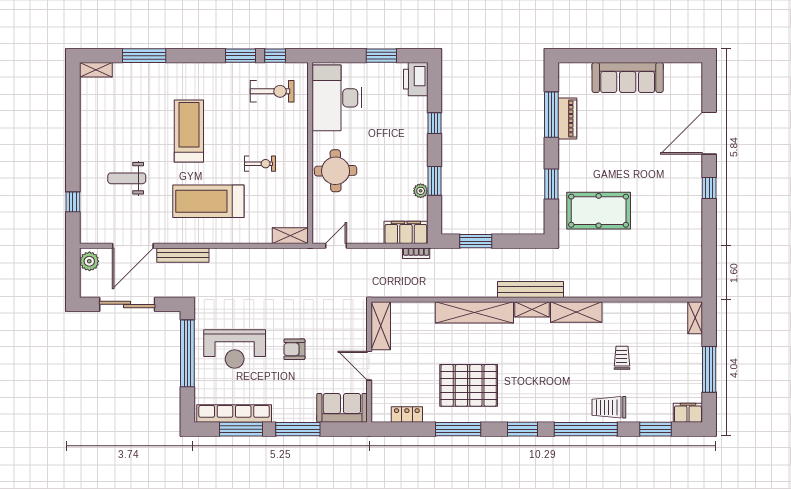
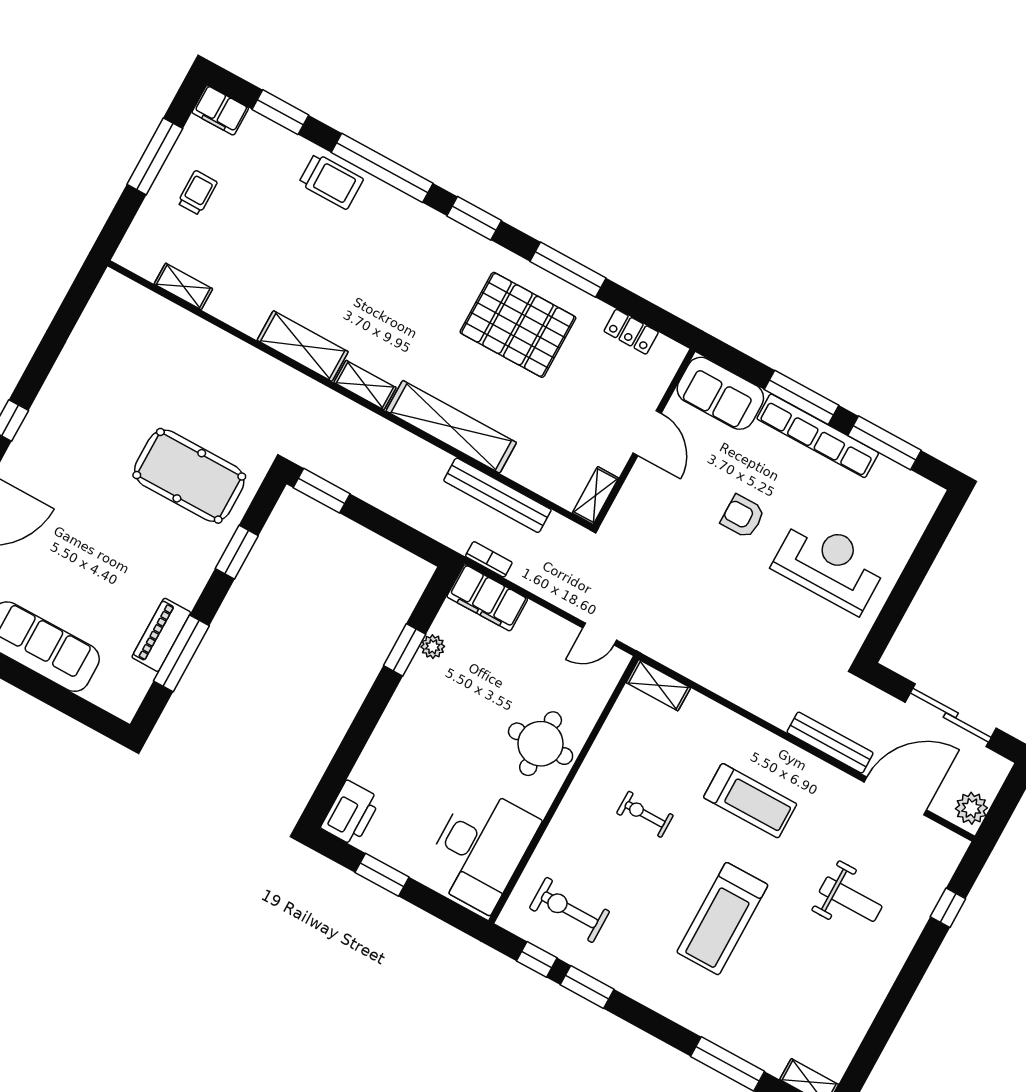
window: (434, 123) -> (358, 734), removed
treadmill: (208, 201) -> (750, 801), width x0.73, depth x0.73
window: (476, 241) -> (322, 491), moved
bench: (531, 290) -> (497, 495), moved
shelving: (695, 318) -> (183, 286), moved, turned 90
shelving: (381, 326) -> (595, 495), width x0.67, depth x0.75
armchair: (294, 349) -> (743, 516), turned 180
window: (187, 353) -> (902, 596), removed
trolley: (622, 358) -> (197, 193), moved, turned 180
row of seats: (234, 414) -> (818, 436), moved

